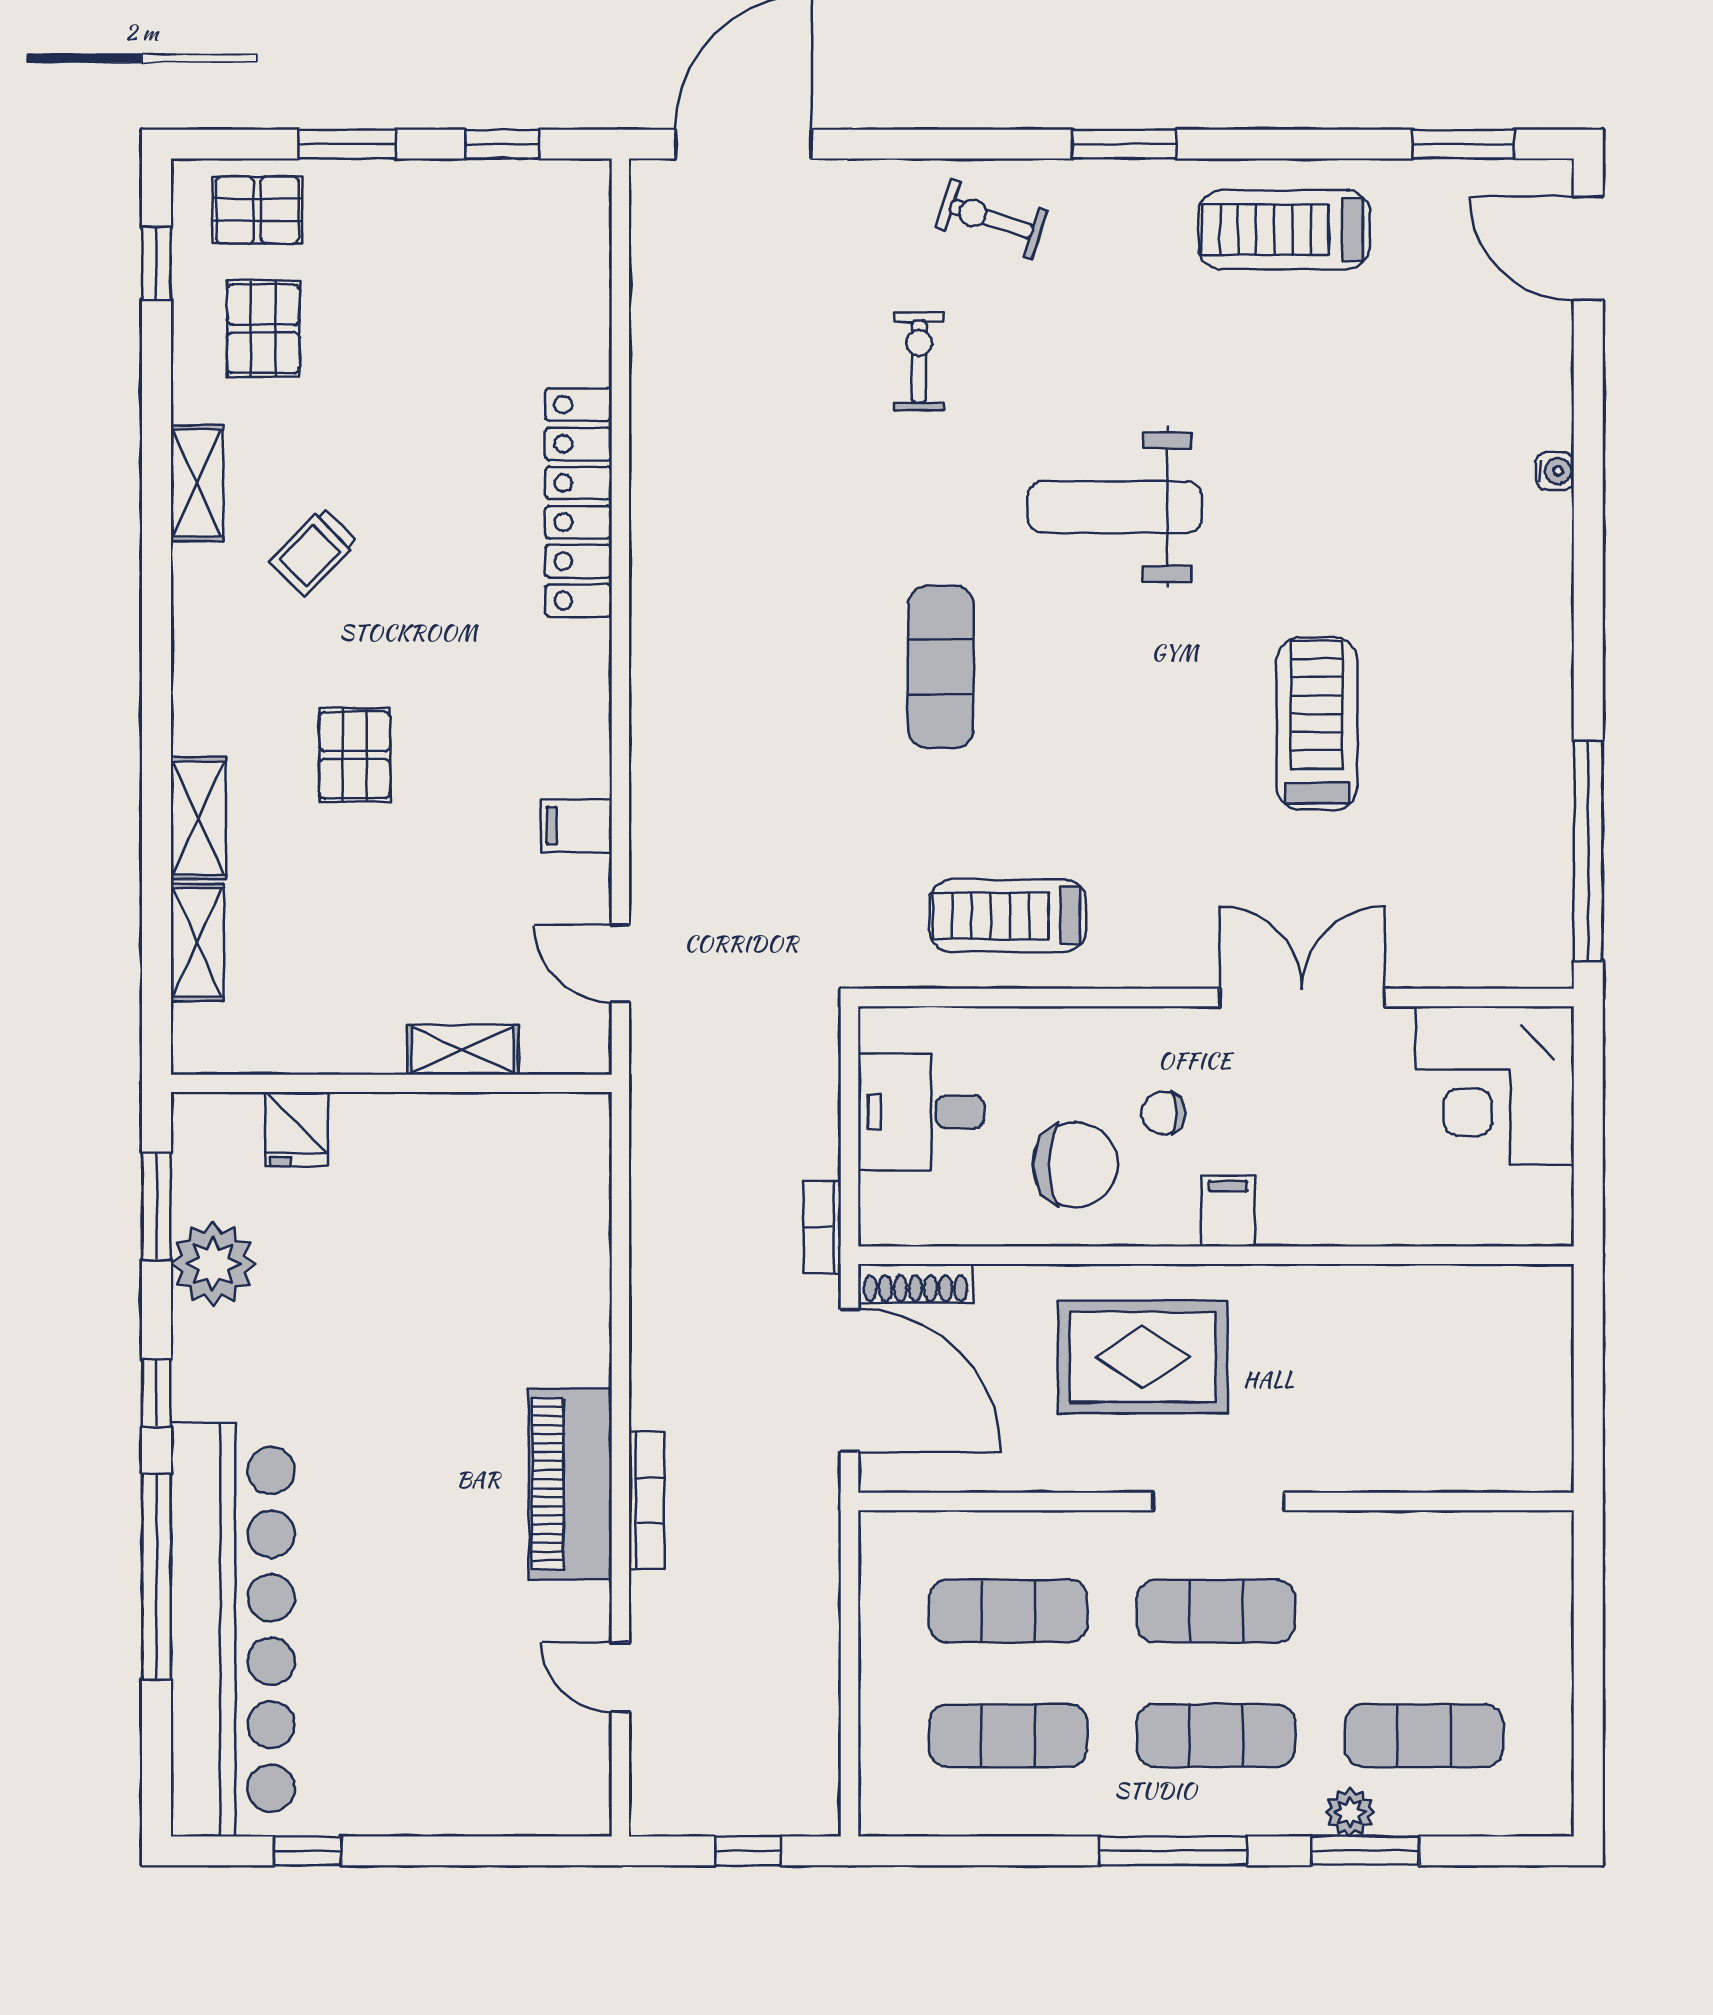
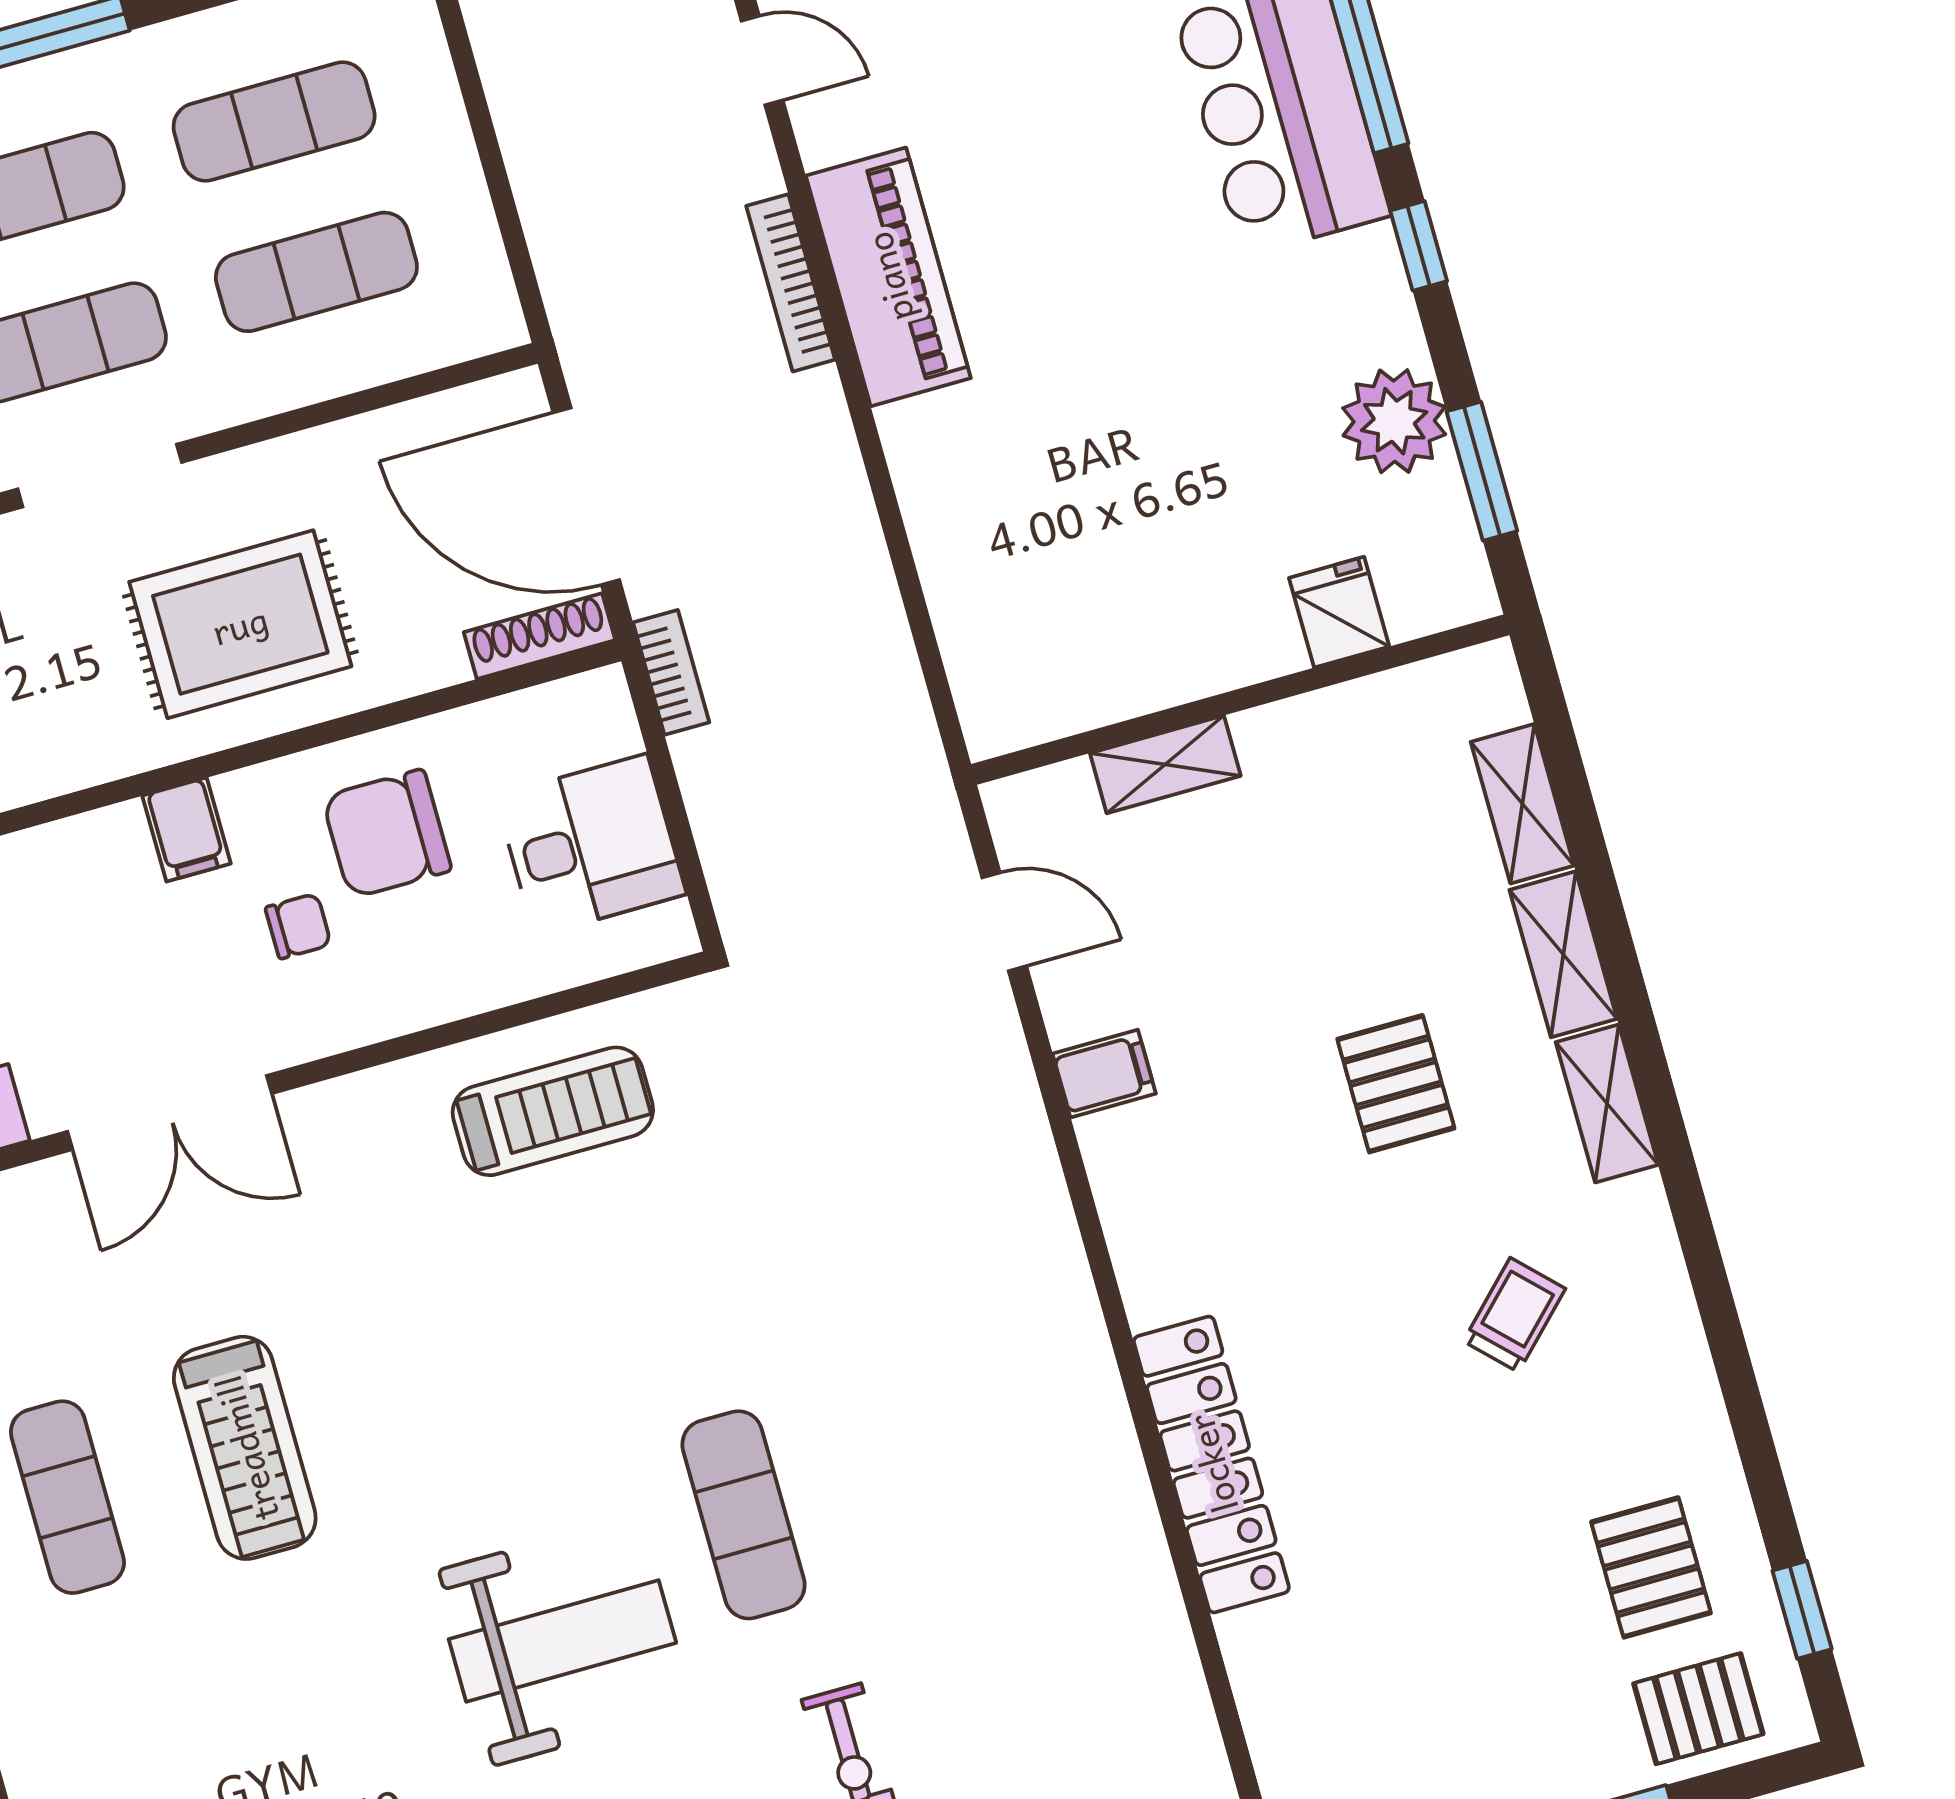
shelving: (197, 483) -> (1607, 1103), moved
exercise mat: (941, 667) -> (744, 1515), moved
exercise mat: (1464, 724) -> (67, 1497), added

